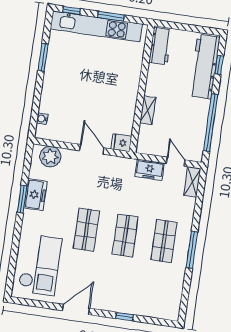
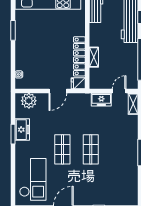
locker: (128, 106) -> (79, 56), added
door: (92, 149) -> (58, 91), swing flipped
door: (176, 162) -> (119, 91), hinge flipped
shop shelf: (164, 241) -> (119, 149), removed

